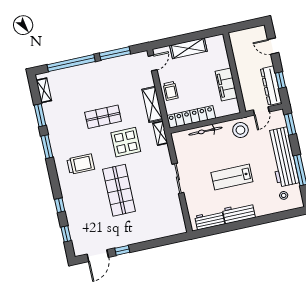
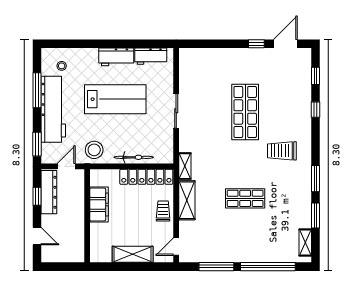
display table: (126, 142) -> (226, 164), removed
lab bench: (232, 177) -> (115, 99), width x1.36, depth x1.39

